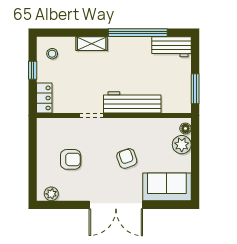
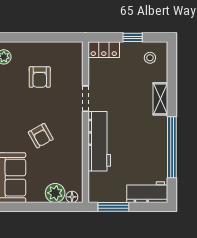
workbench: (171, 47) -> (147, 192), moved, turned 90
armchair: (127, 158) -> (41, 136), turned 80

